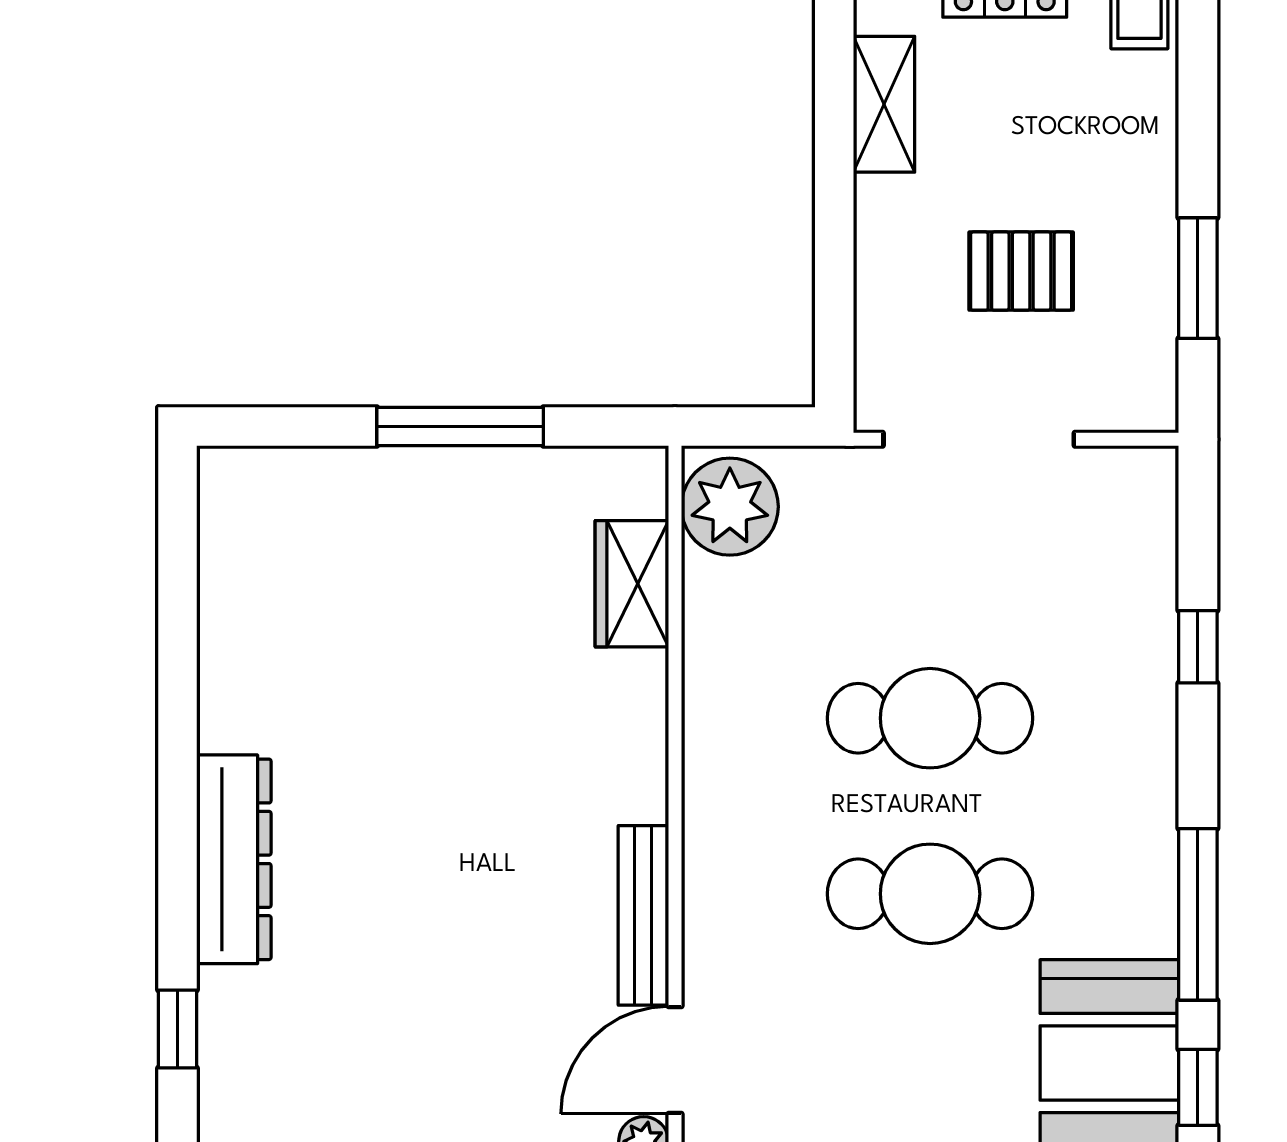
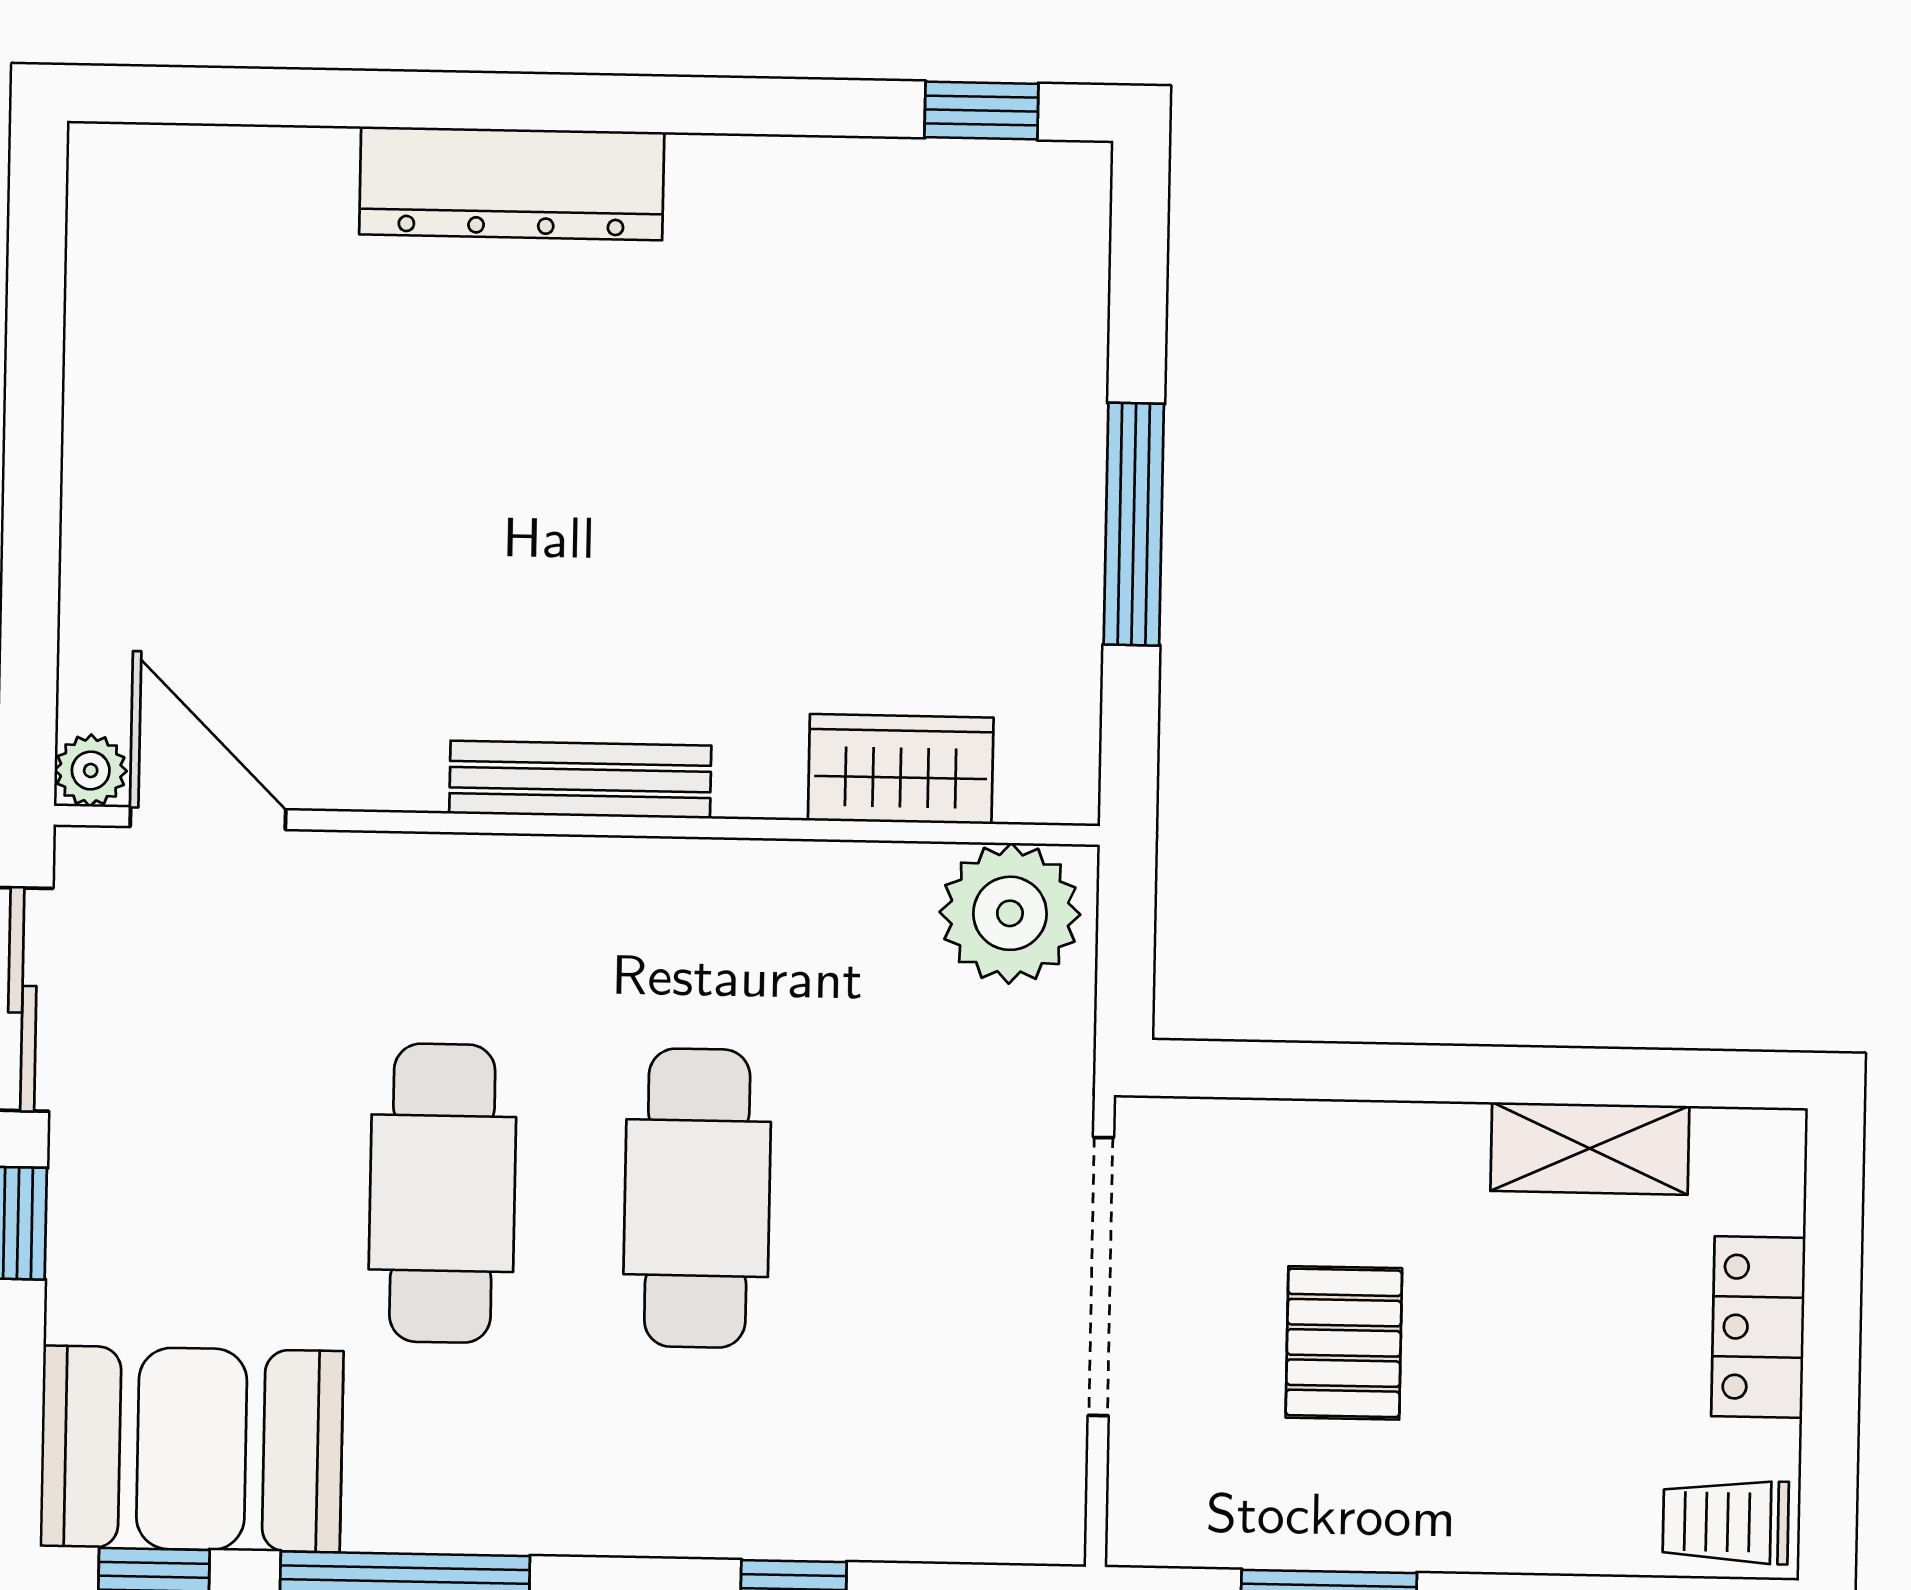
bench: (643, 915) -> (580, 780), moved
window: (177, 1029) -> (981, 110), moved

